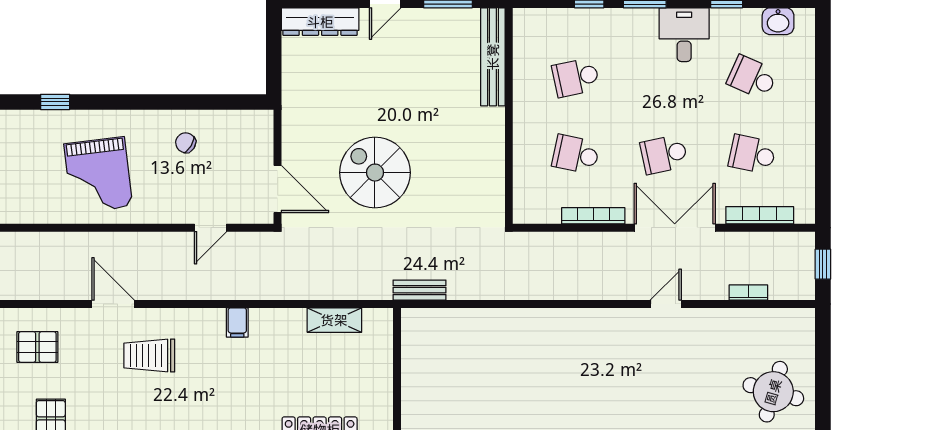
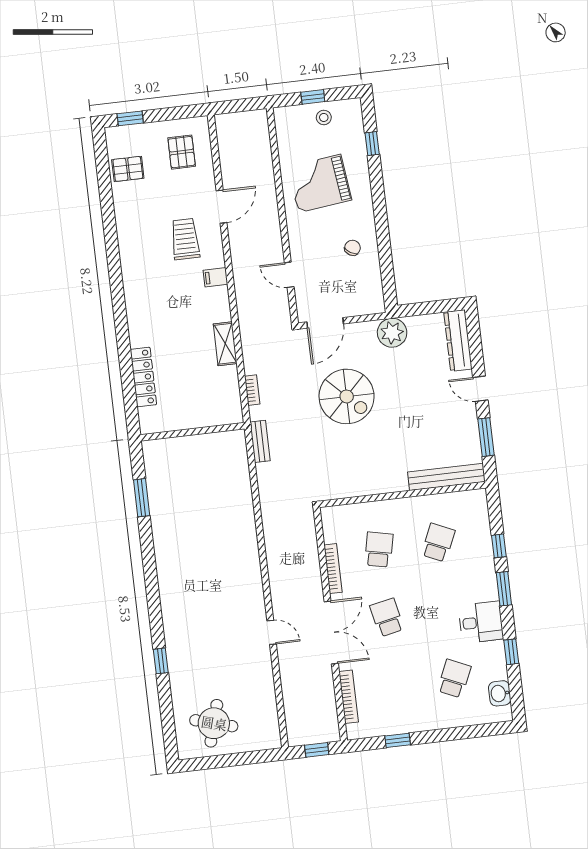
school desk: (576, 77) -> (438, 543), turned 36
plant: (300, 105) -> (392, 333), added
school desk: (752, 154) -> (395, 686), removed
window: (823, 159) -> (398, 740), added
stool: (14, 160) -> (324, 117), added
spiral stairs: (375, 173) -> (347, 396), turned 90
bookcase: (748, 293) -> (252, 390), moved
shelving: (334, 320) -> (225, 344), moved
filing cabinet: (237, 322) -> (215, 277), moved

